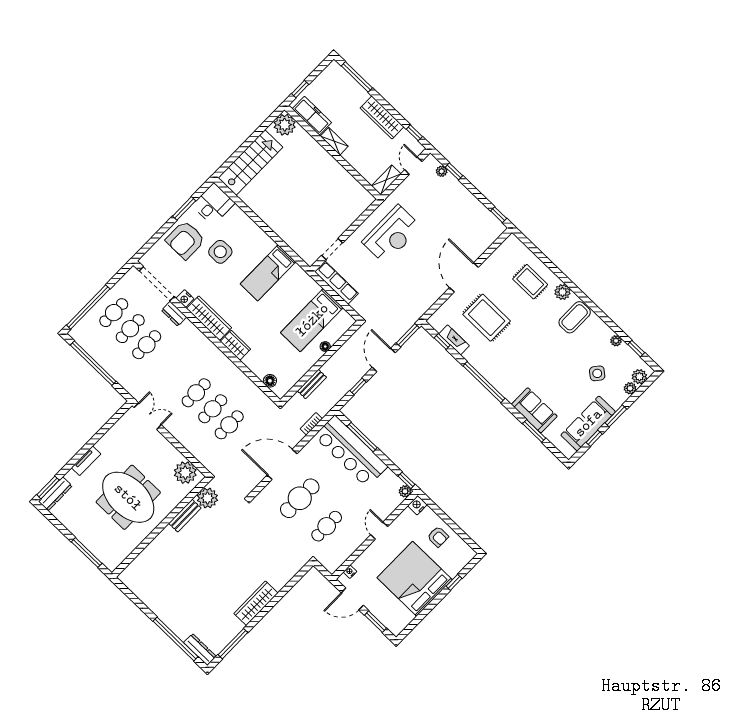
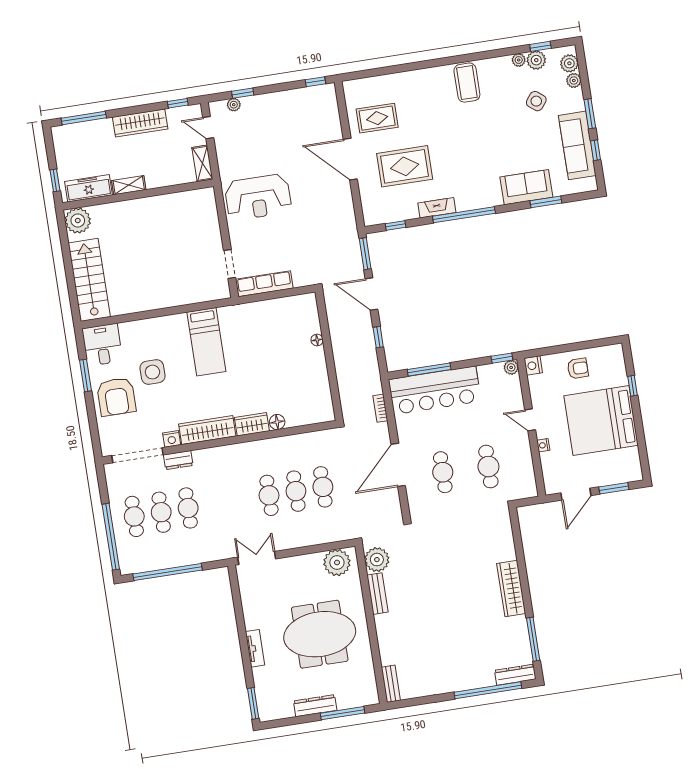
reception desk: (392, 234) -> (258, 197), turned 90
rug: (530, 282) -> (377, 118), moved
plant: (562, 292) -> (536, 60), moved
bed: (312, 320) -> (282, 334), removed
fireplace: (454, 340) -> (437, 208), moved
floor lamp: (270, 381) -> (277, 422), moved
bench: (312, 384) -> (391, 684), moved
dresser: (55, 494) -> (315, 706), moved, turned -90
cafe table: (300, 498) -> (443, 472), width x0.73, depth x0.74
nightstand: (350, 572) -> (543, 445), moved

